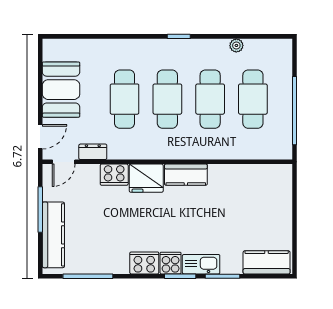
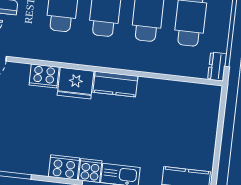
dresser: (93, 152) -> (217, 67), moved, turned -90

